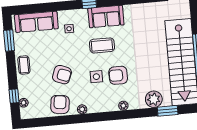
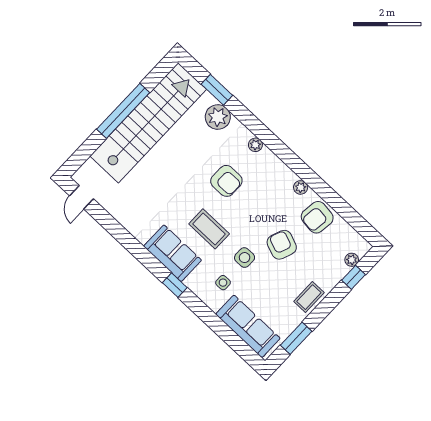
side table: (96, 77) -> (245, 258), moved

